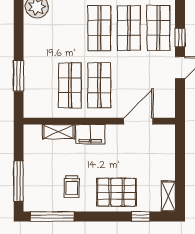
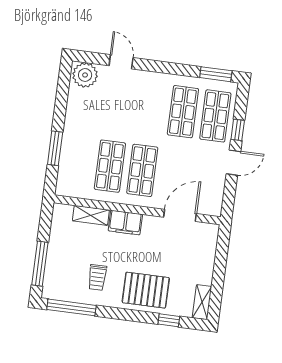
shop shelf: (99, 28) -> (151, 107), removed

